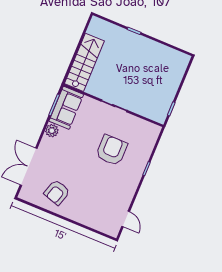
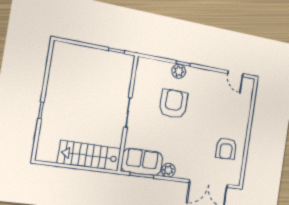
armchair: (112, 150) -> (173, 104), turned 90
plant: (140, 163) -> (179, 71), added
armchair: (57, 192) -> (226, 148), turned 73
door: (126, 219) -> (235, 74), swing flipped

